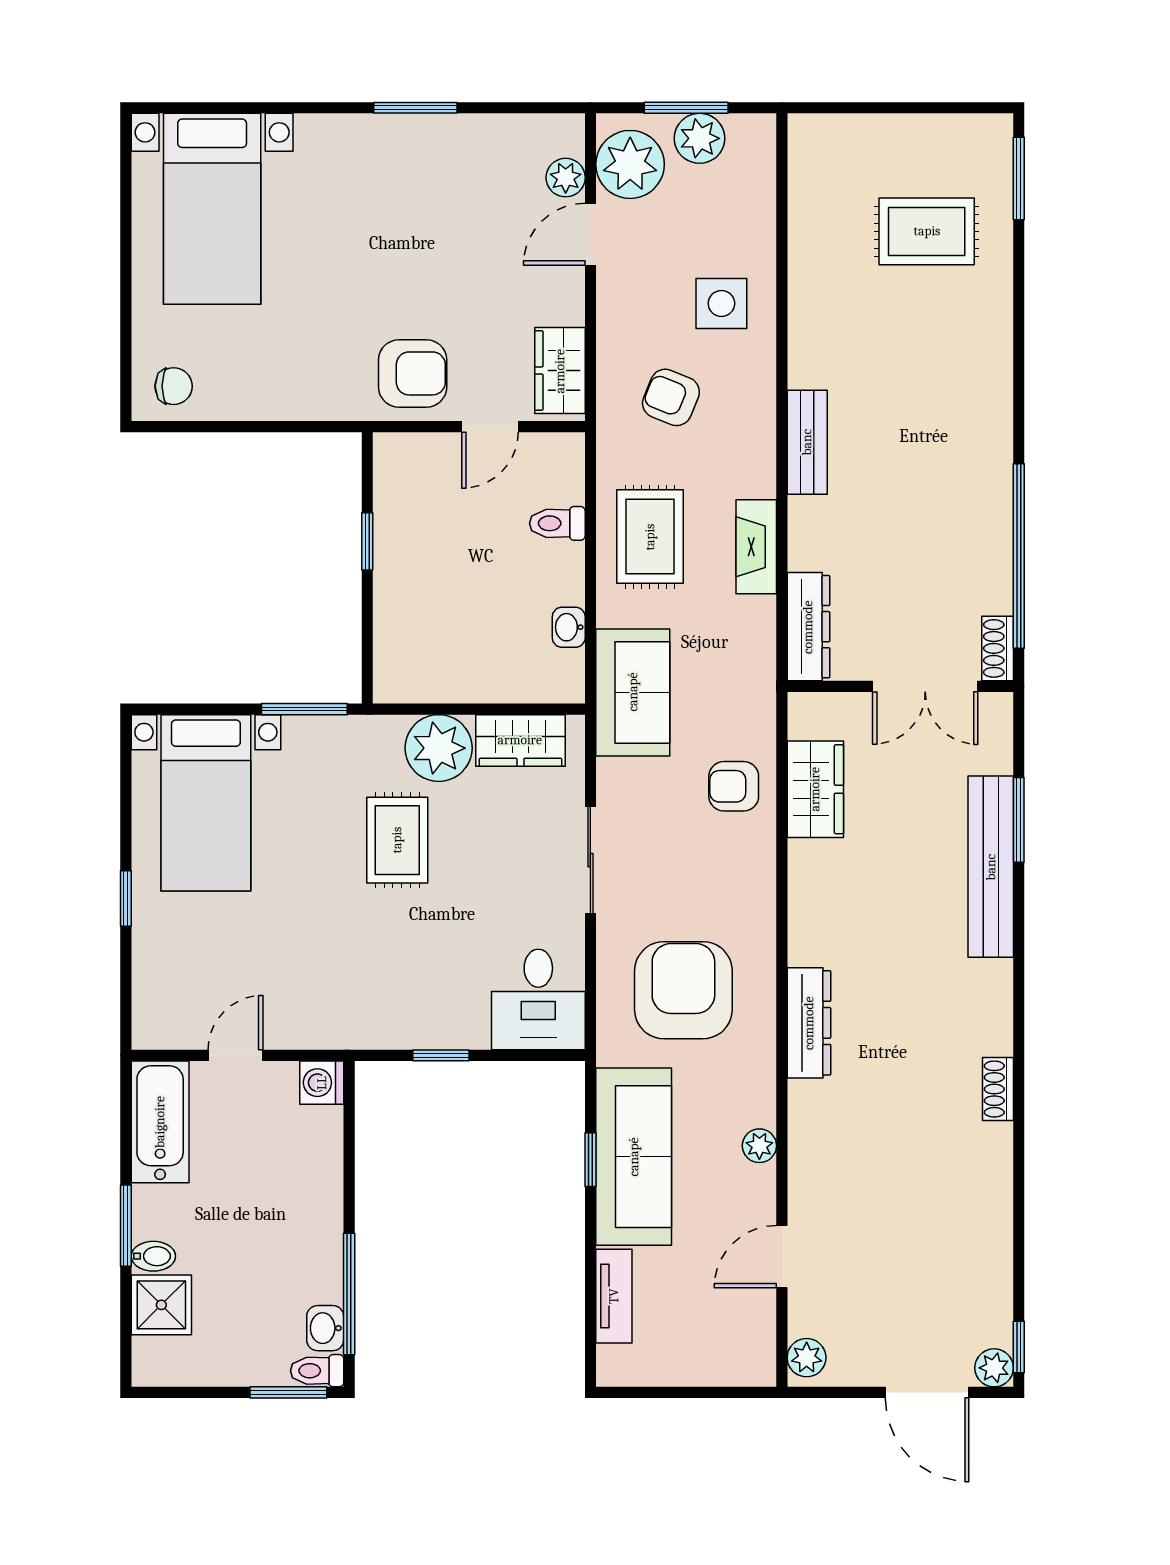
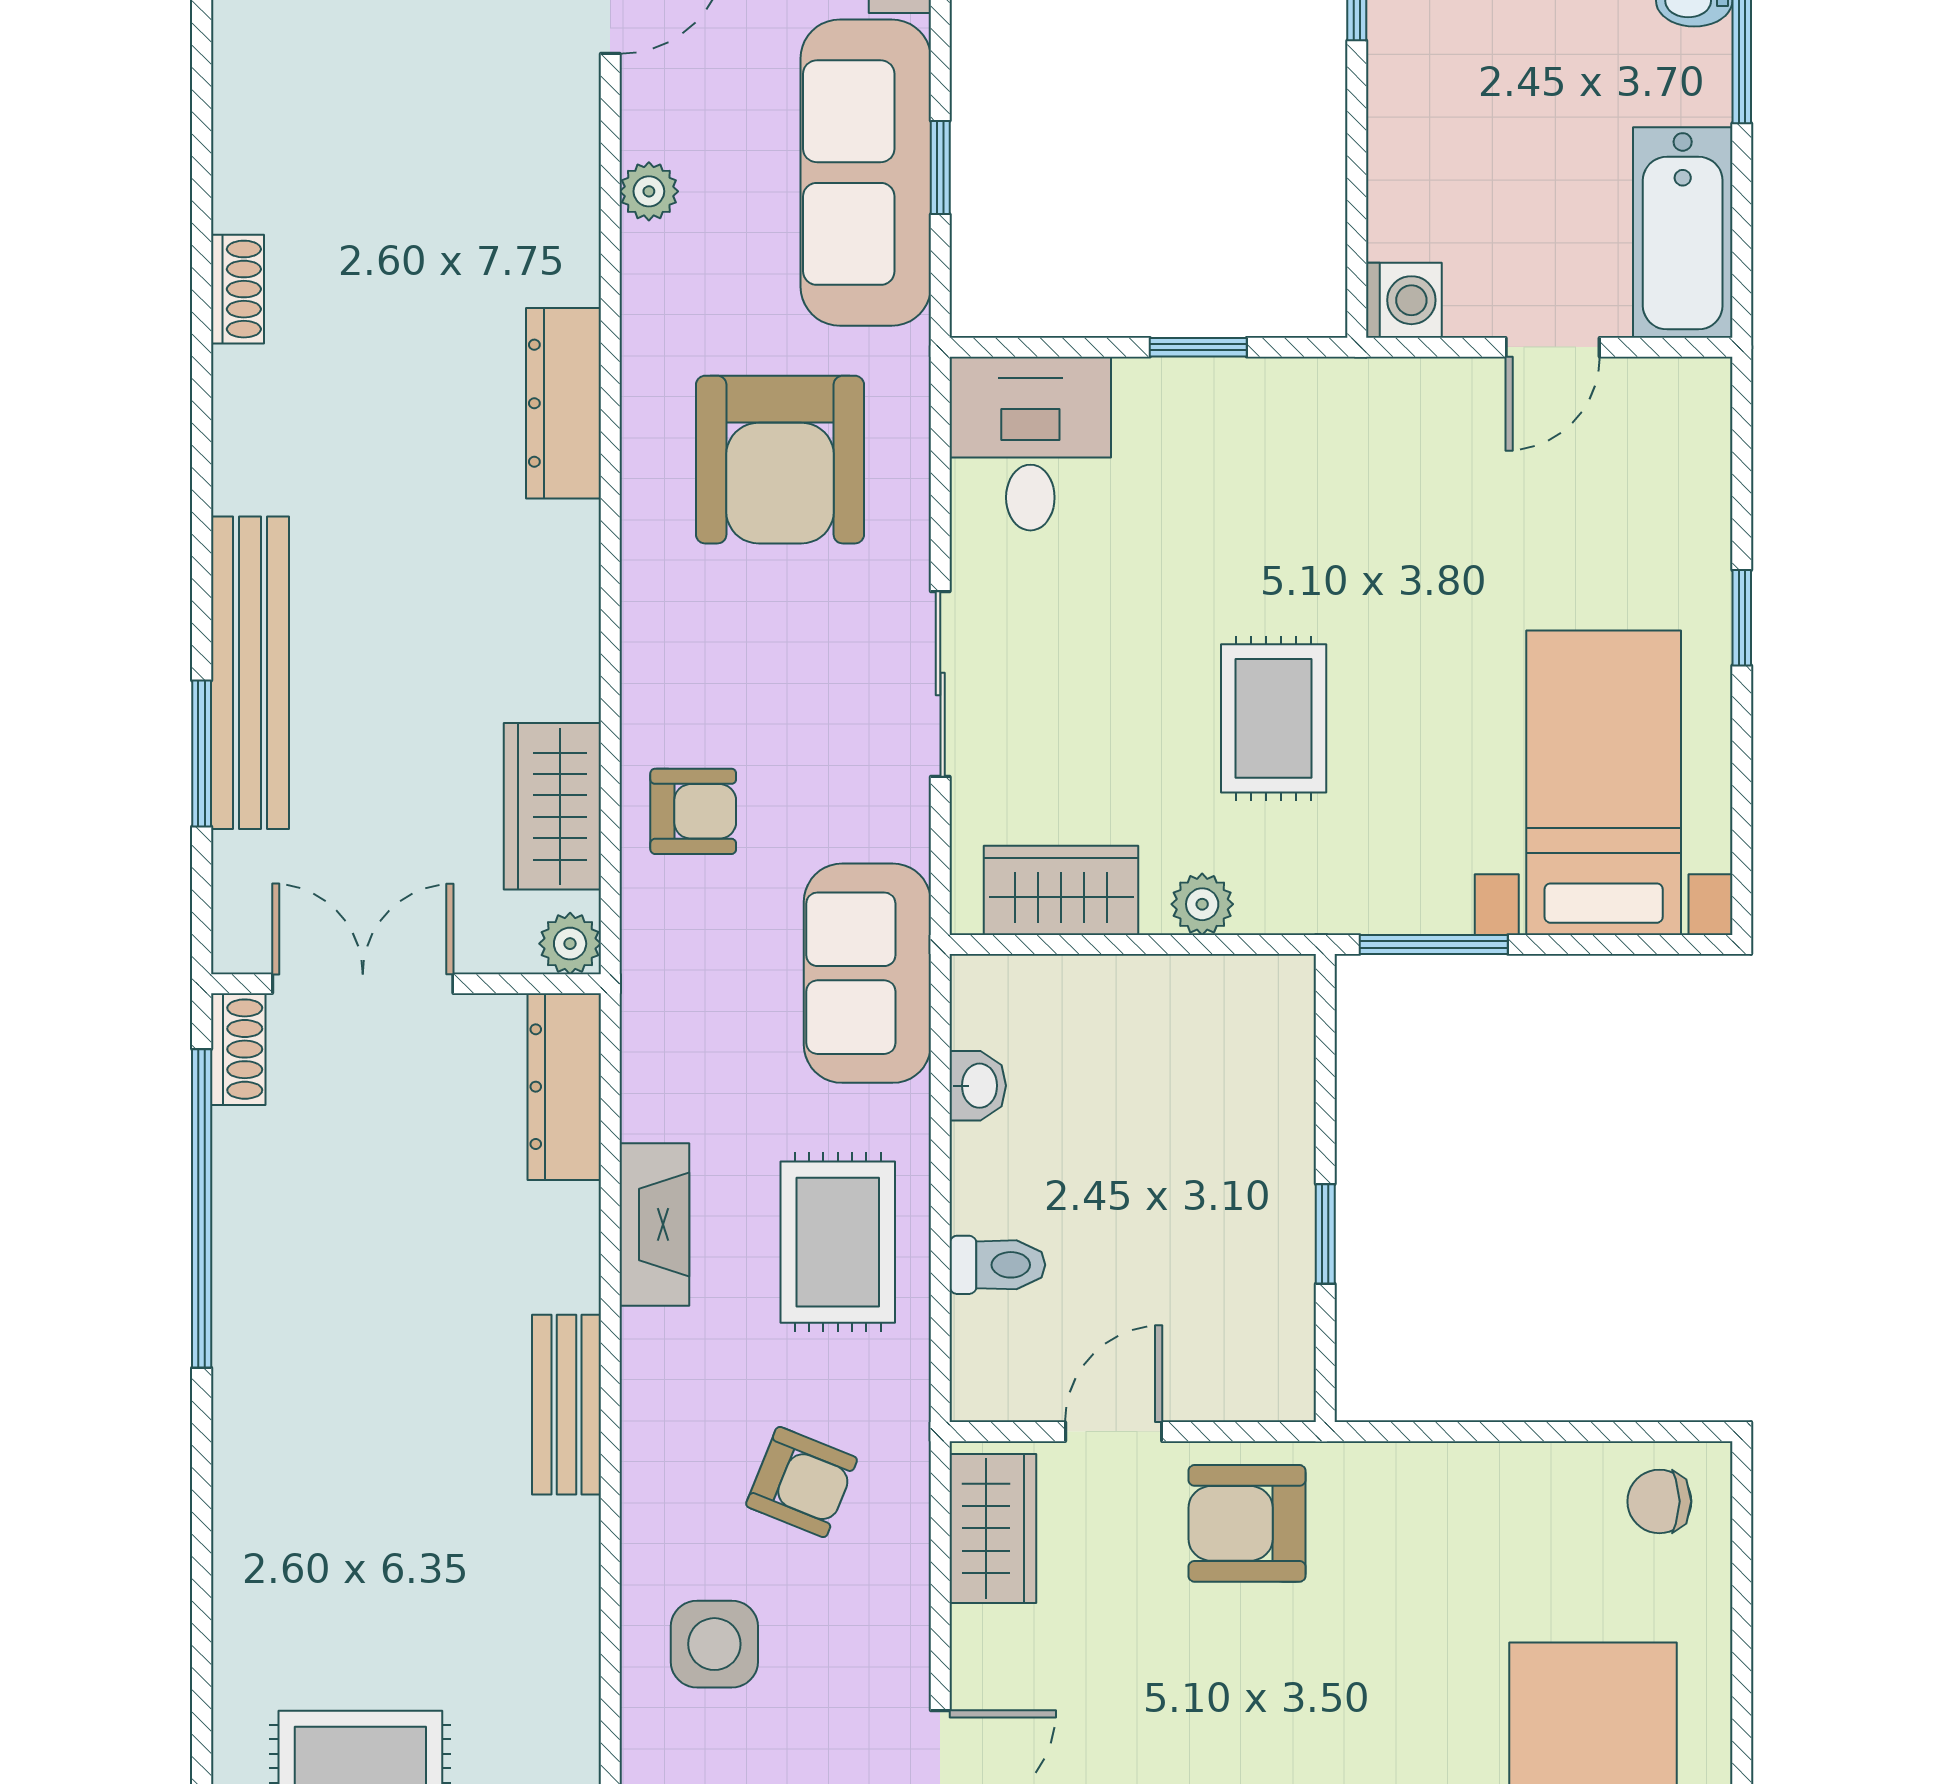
plant: (805, 710) -> (570, 944), added
plant: (439, 748) -> (1202, 904), width x0.53, depth x0.53

